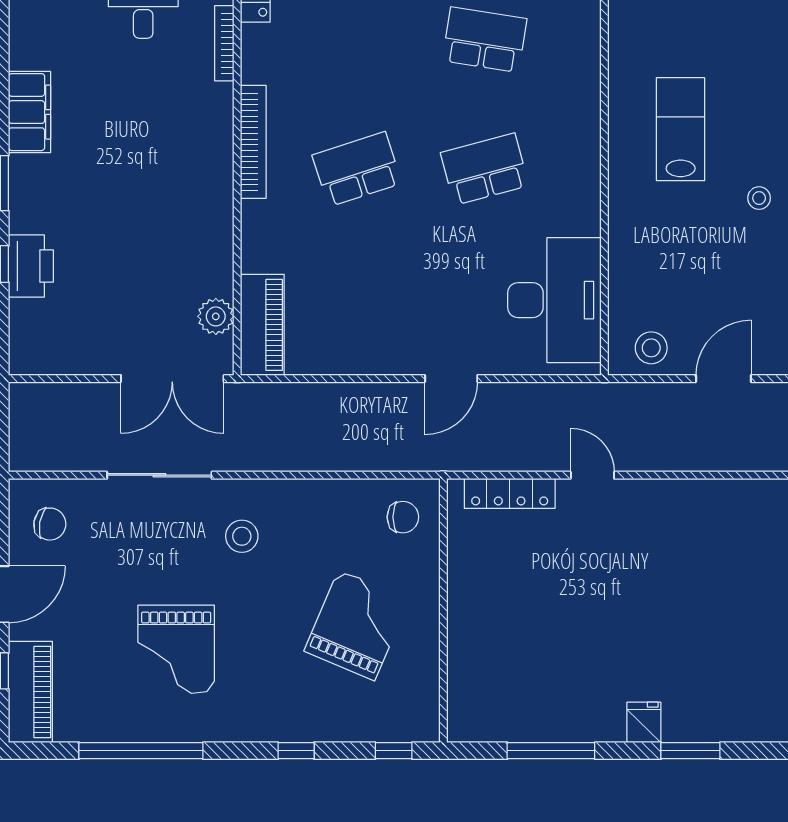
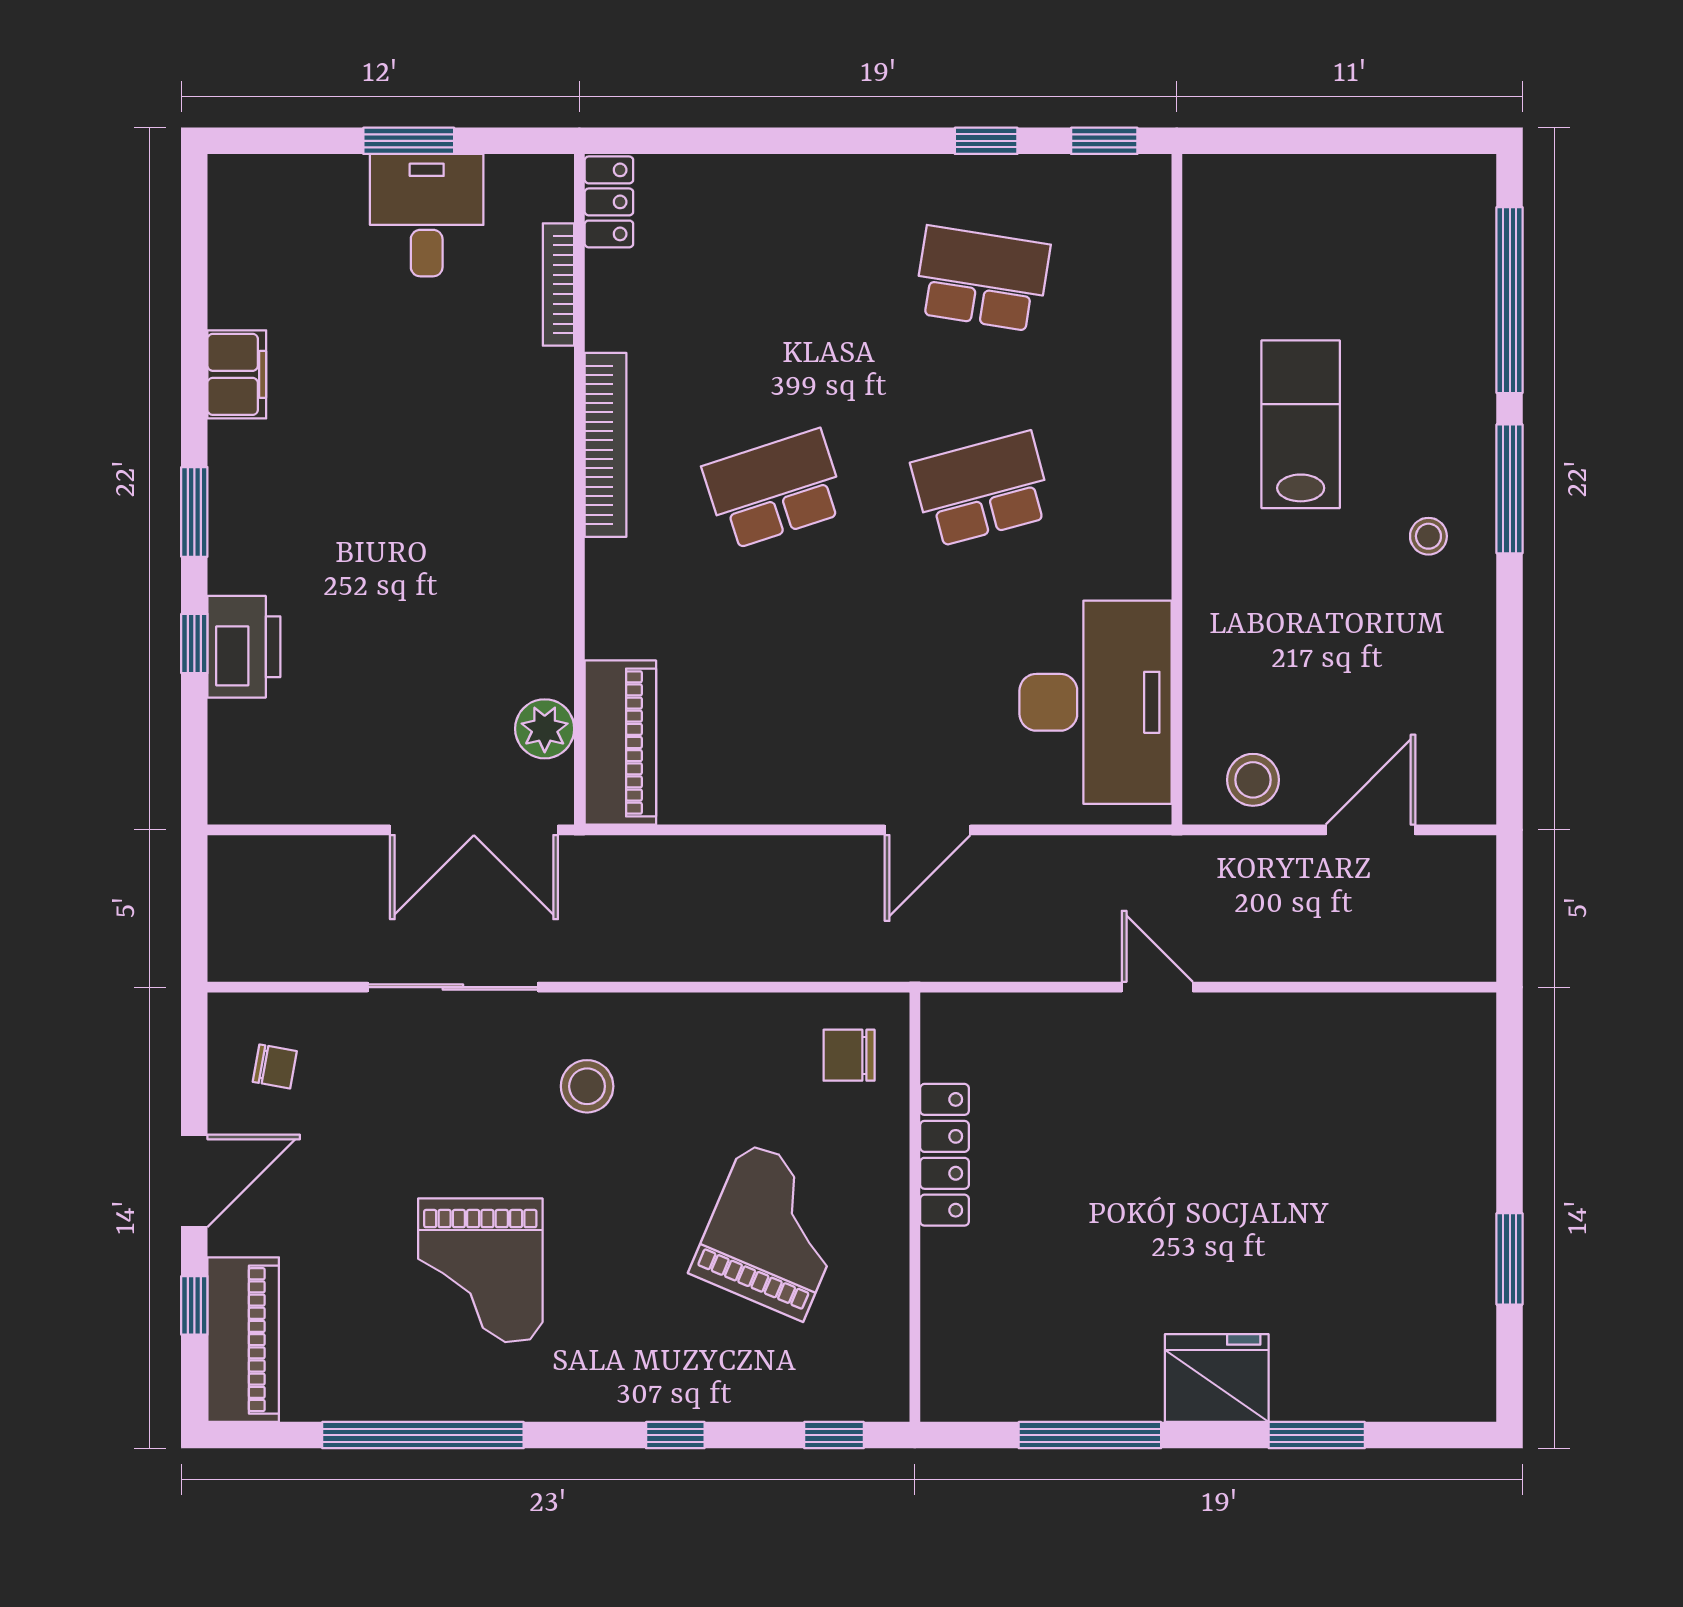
filing cabinet: (30, 112) -> (237, 374), width x0.67, depth x0.86
locker: (510, 493) -> (944, 1155), moved, turned -90
chair: (403, 517) -> (849, 1055), turned 180
chair: (50, 524) -> (275, 1066), width x0.73, depth x0.73
fridge: (644, 722) -> (1217, 1378), width x1.88, depth x1.34

